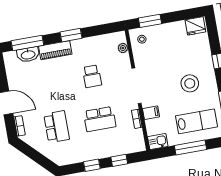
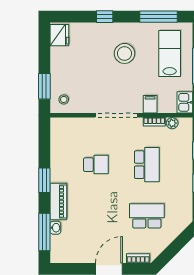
plant: (123, 48) -> (172, 123), moved
washbasin: (28, 55) -> (55, 228), width x0.52, depth x0.69

